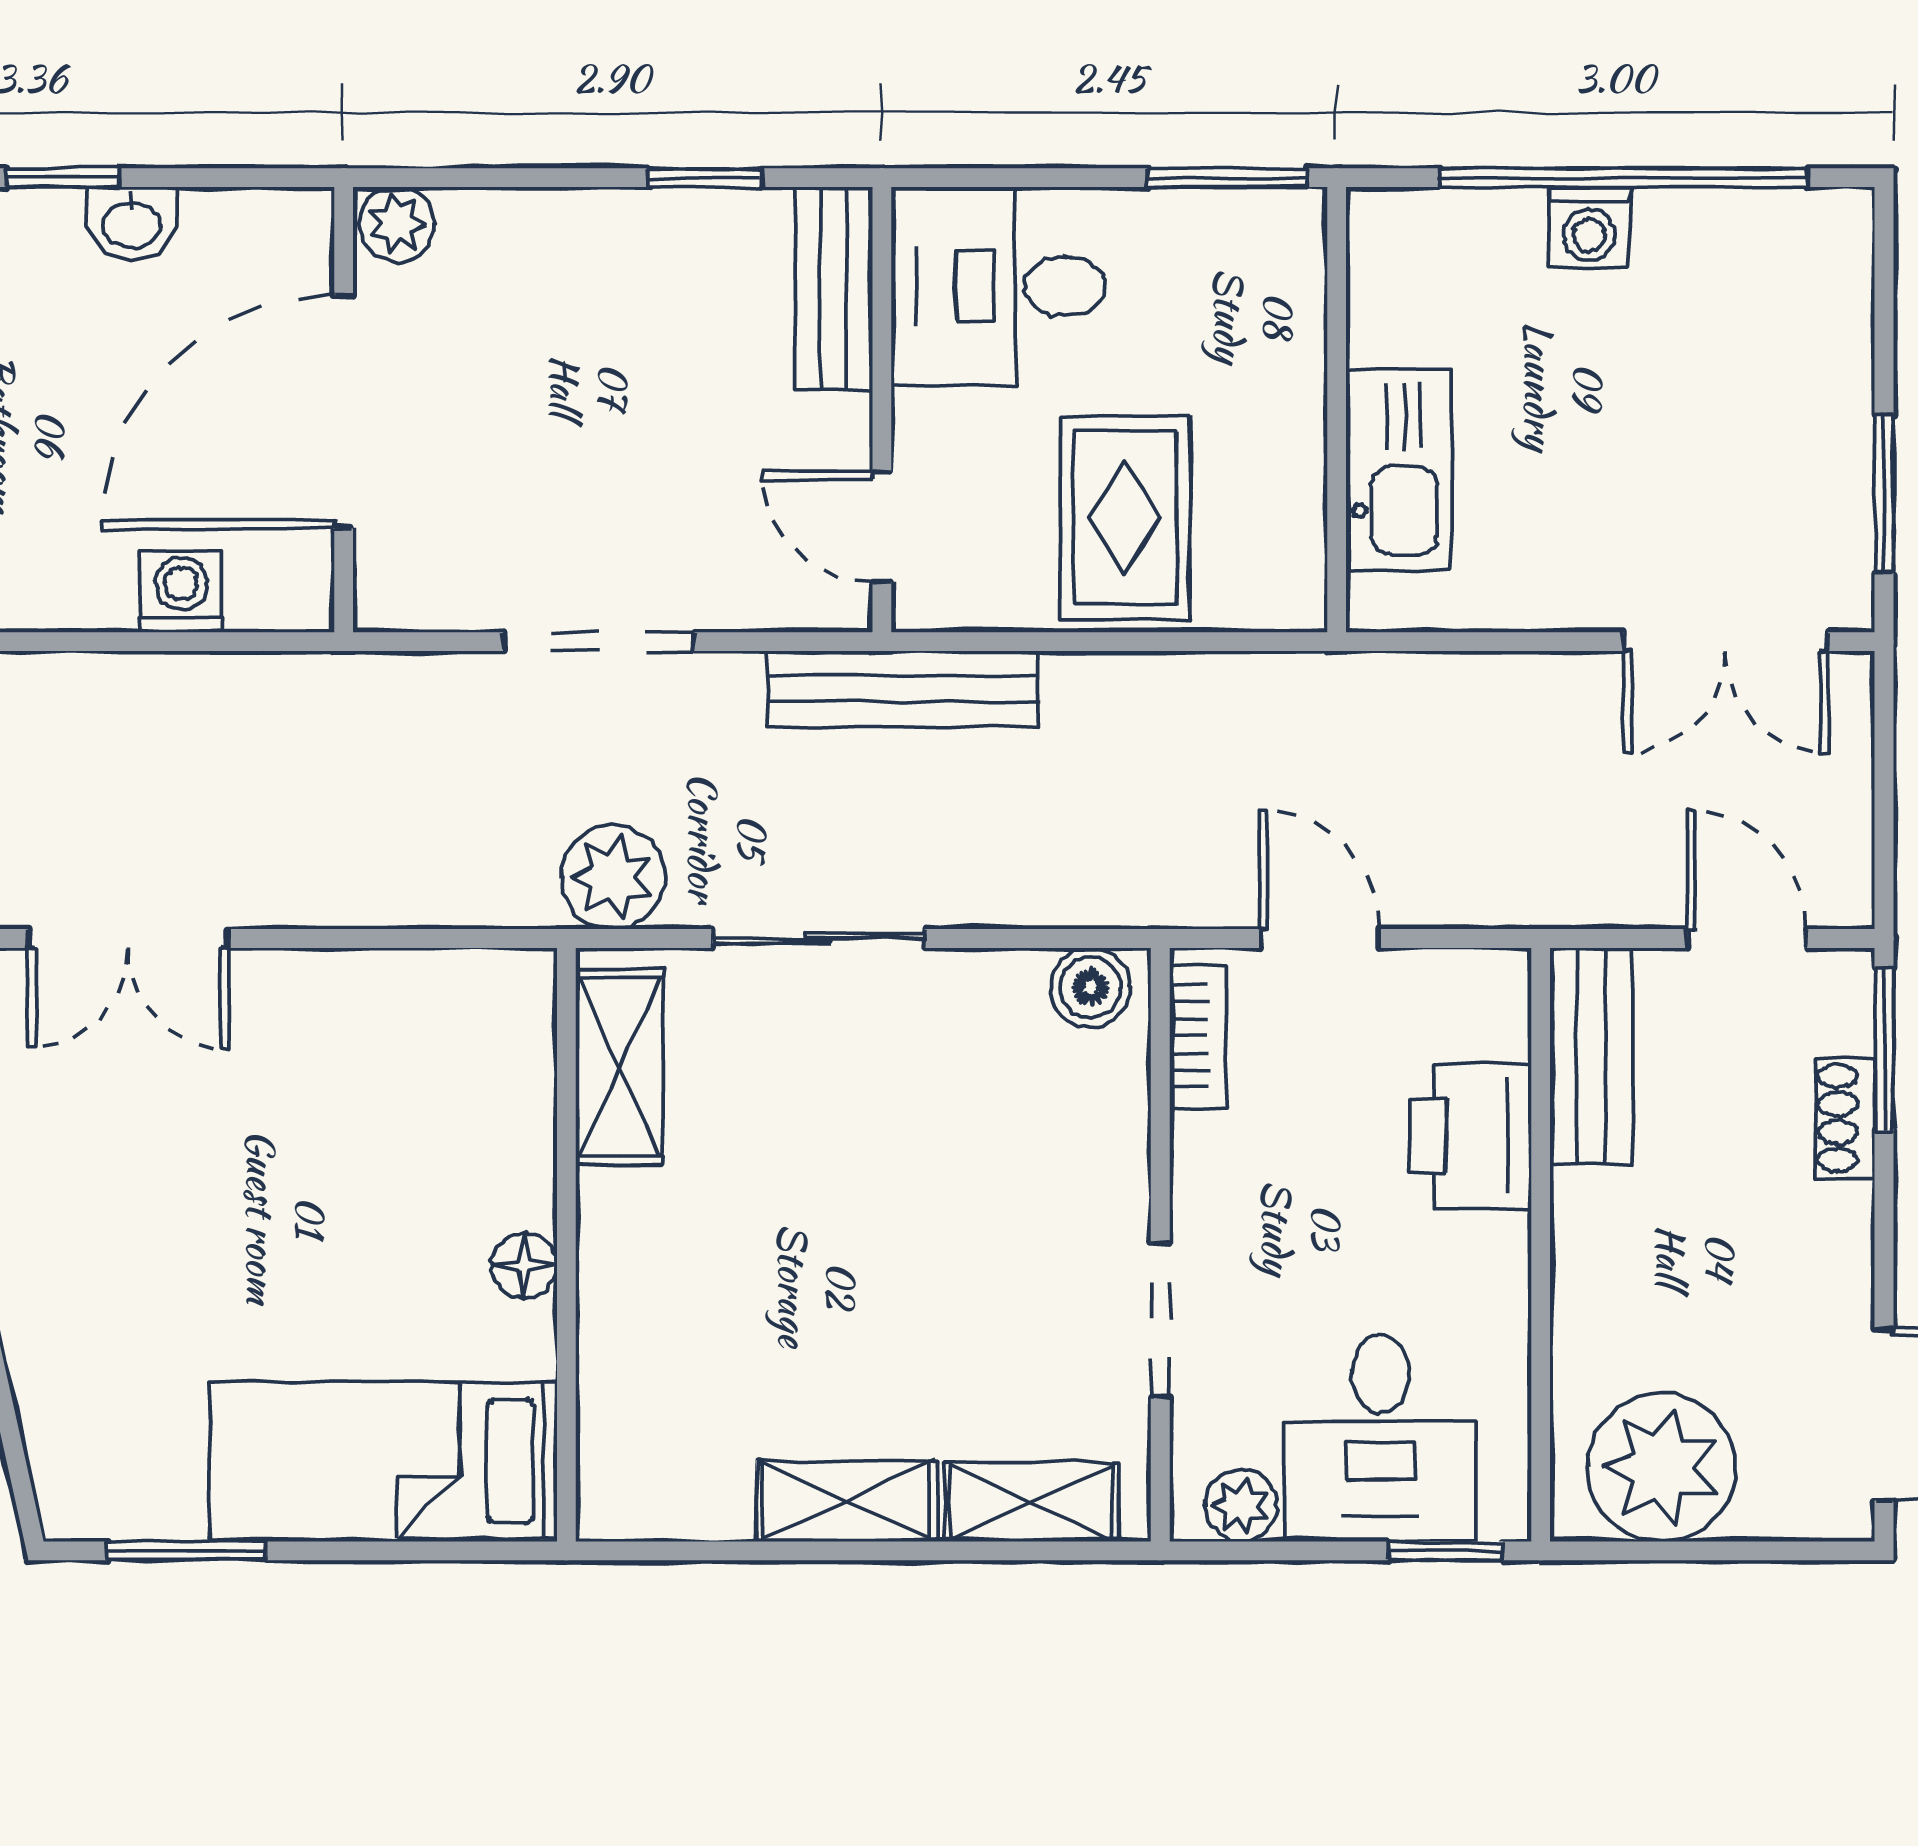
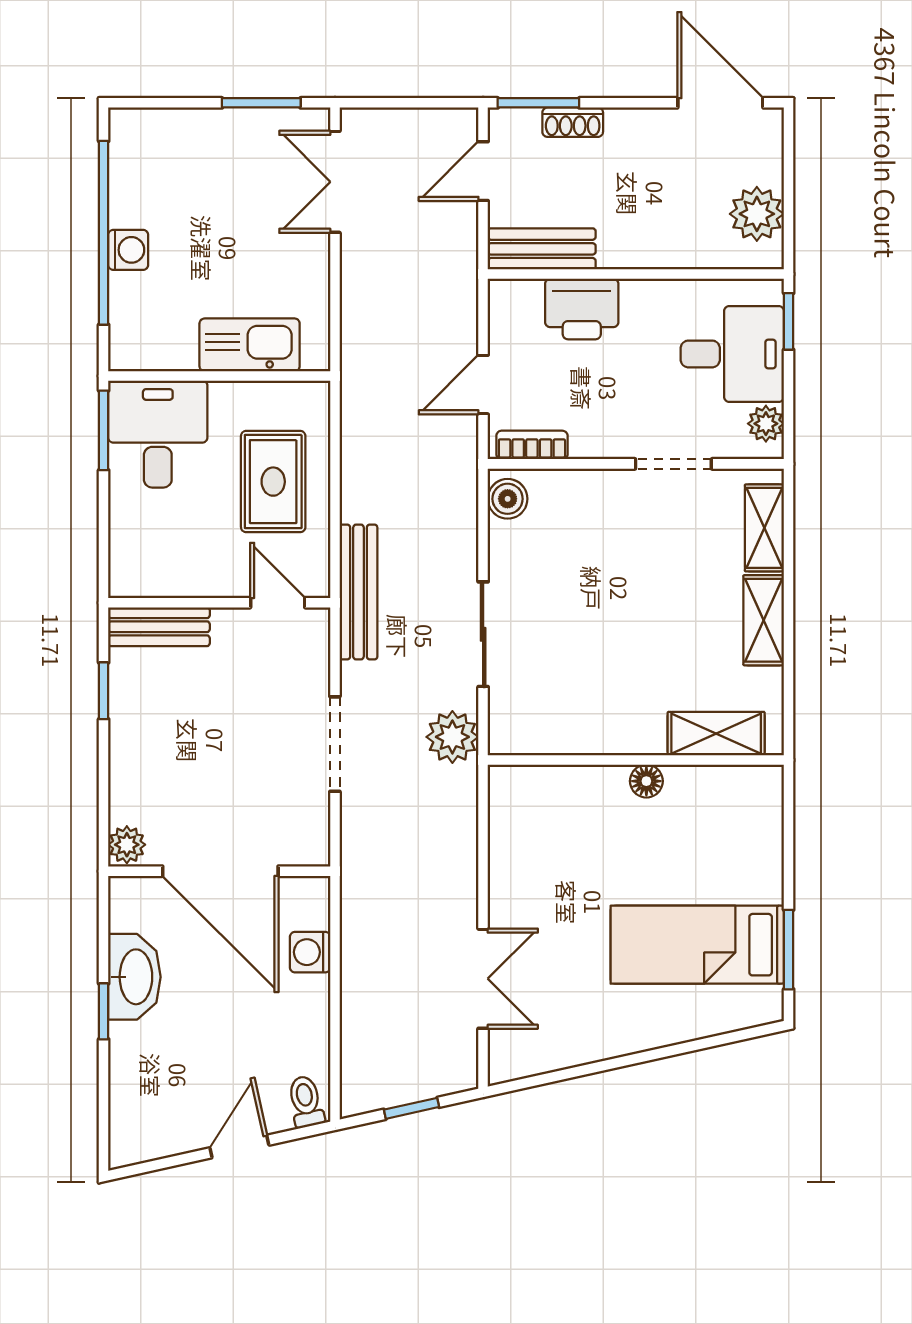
washbasin: (132, 223) -> (134, 977), width x1.91, depth x1.45
desk: (998, 286) -> (158, 434), moved, turned 180
rug: (1125, 518) -> (273, 482), turned 90
door: (882, 527) -> (278, 603), swing flipped
double door: (1726, 642) -> (335, 182), swing flipped
shelving: (619, 1067) -> (716, 734), moved
bed: (383, 1461) -> (697, 945), moved, turned 90
plant: (1661, 1468) -> (757, 214), width x0.73, depth x0.73

